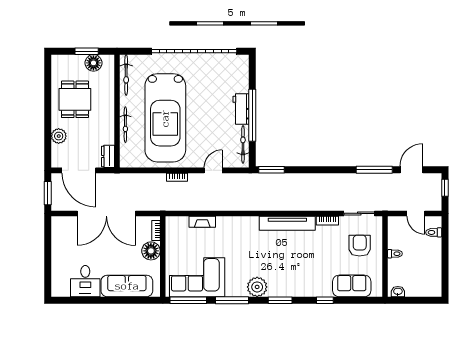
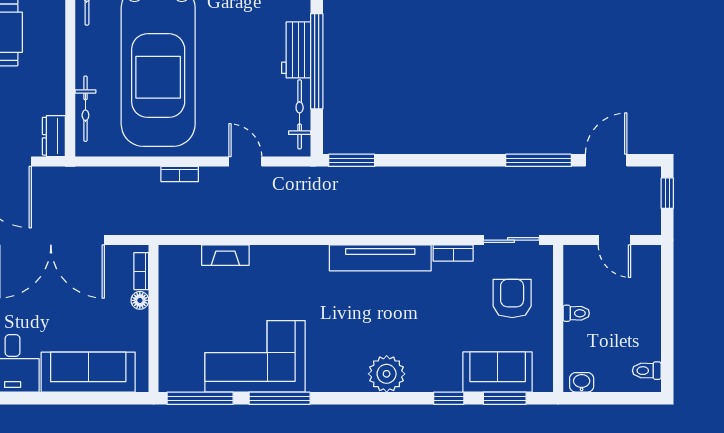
bicycle: (125, 125) -> (85, 109), moved
door: (213, 170) -> (245, 162), hinge flipped
toilet: (434, 232) -> (647, 371), moved
floor lamp: (151, 251) -> (140, 300), width x0.53, depth x0.53
corner sofa: (197, 277) -> (255, 356), moved
plant: (257, 287) -> (387, 374), moved
window: (280, 300) -> (505, 398), moved

